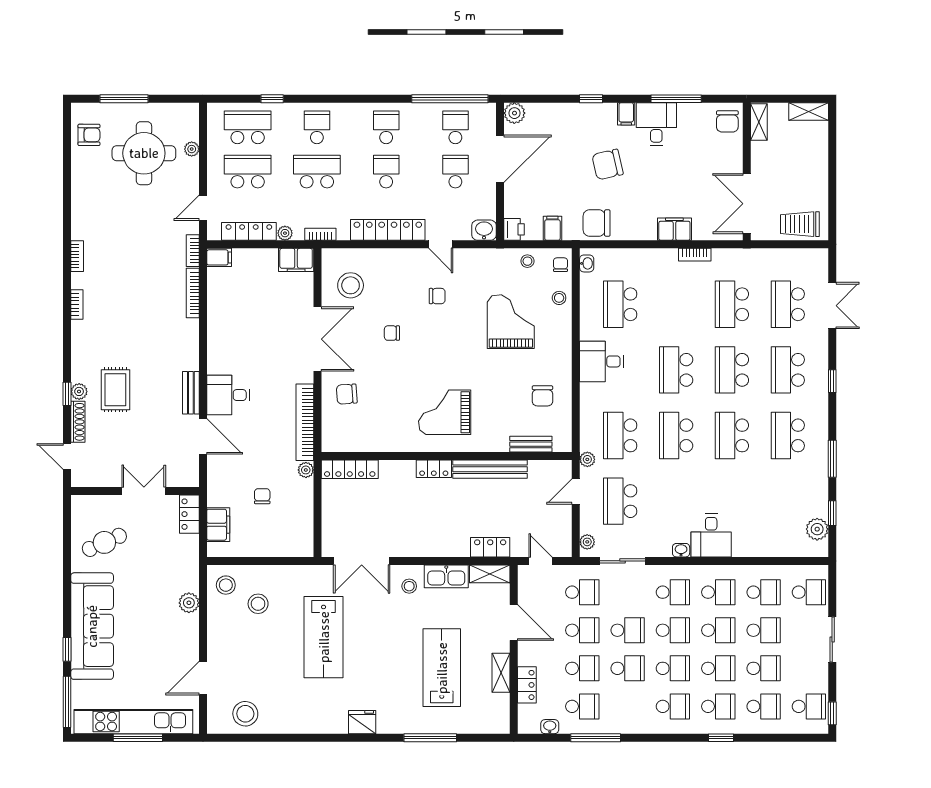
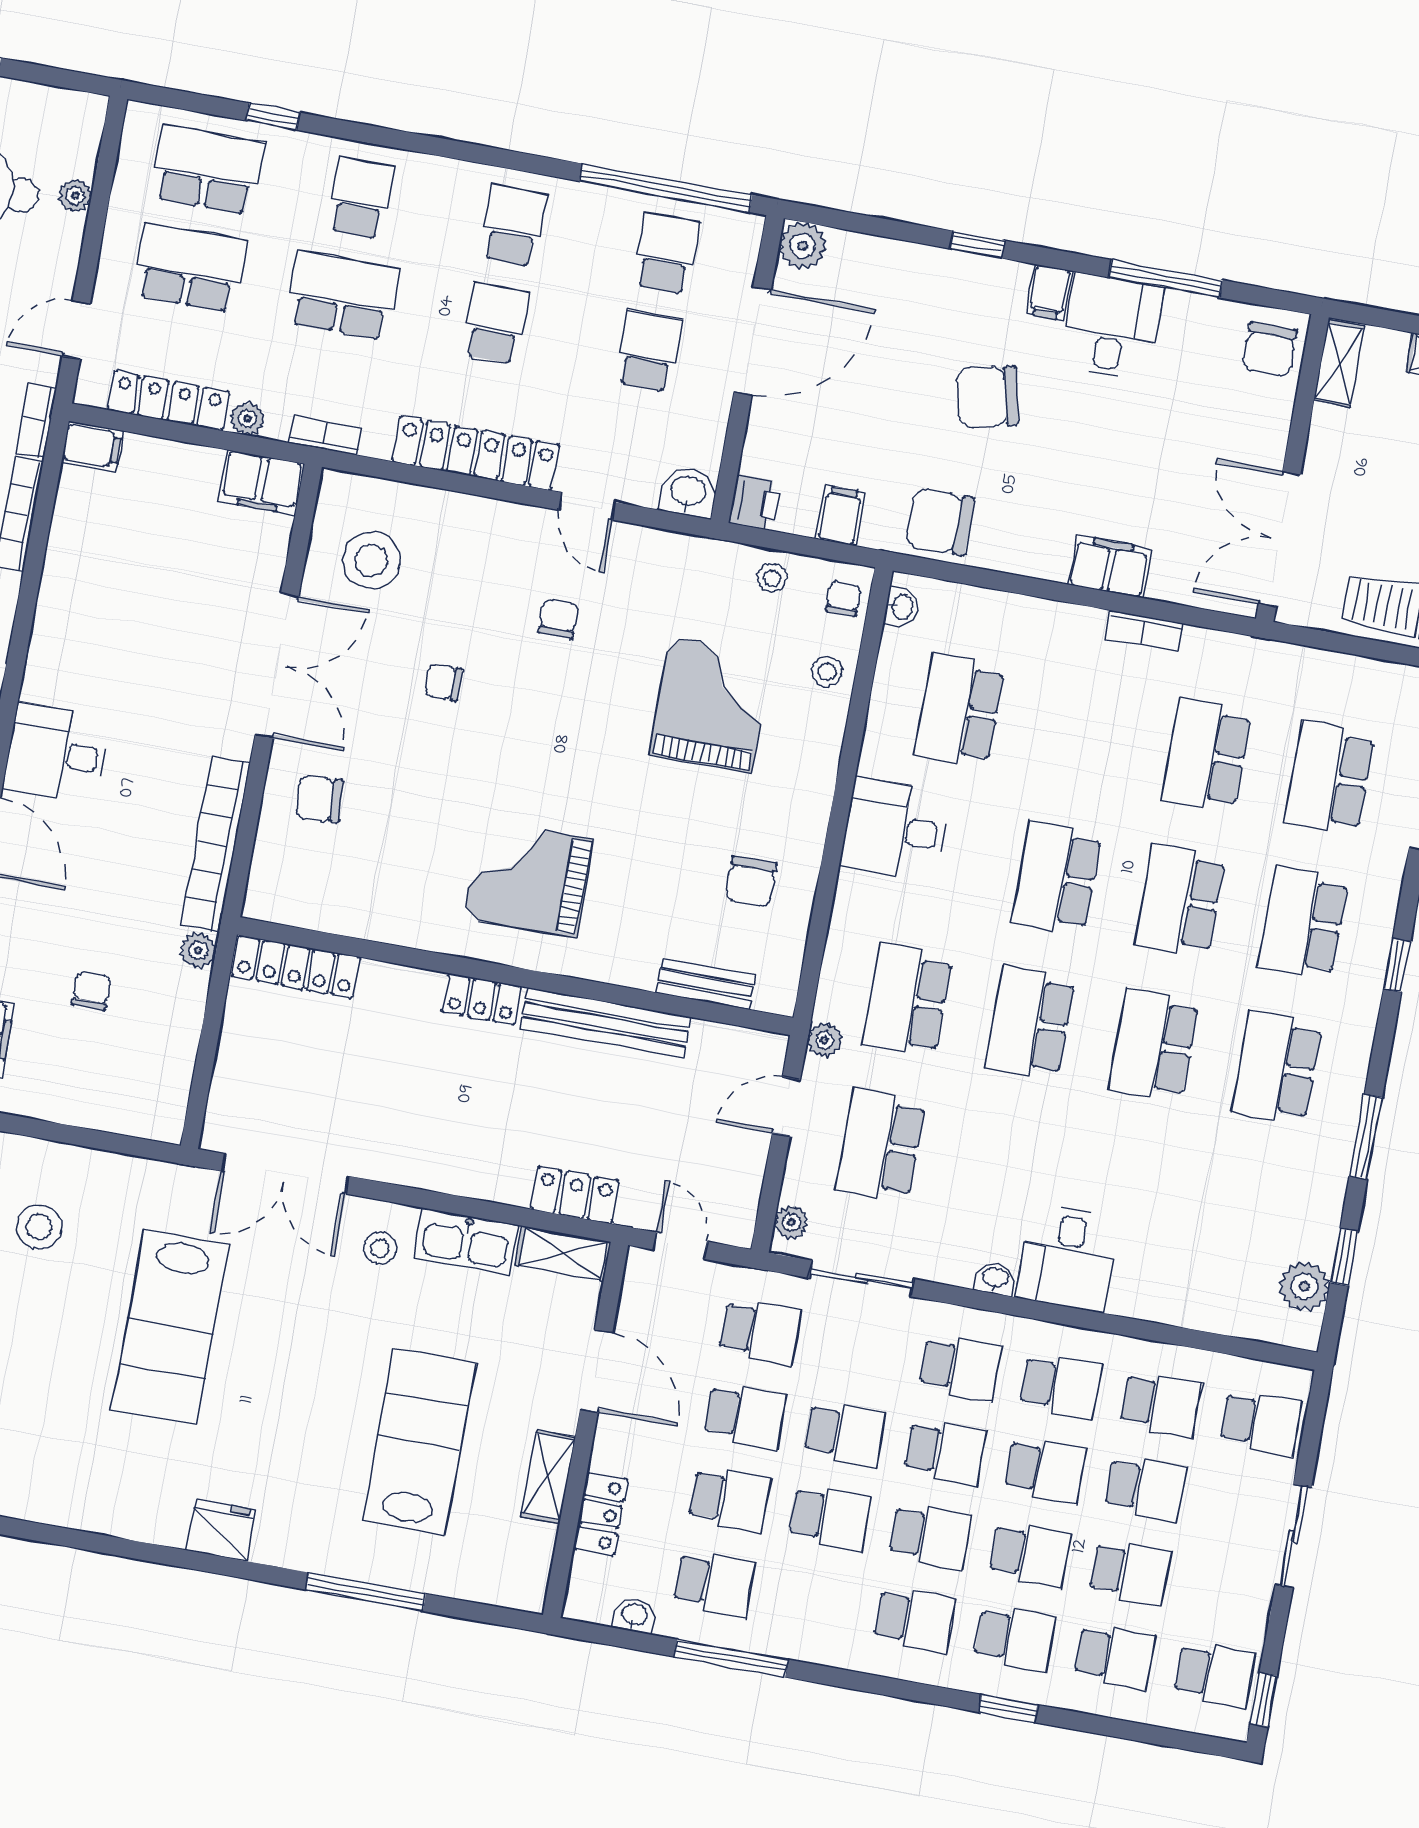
chair: (437, 296) -> (558, 619), turned -90

